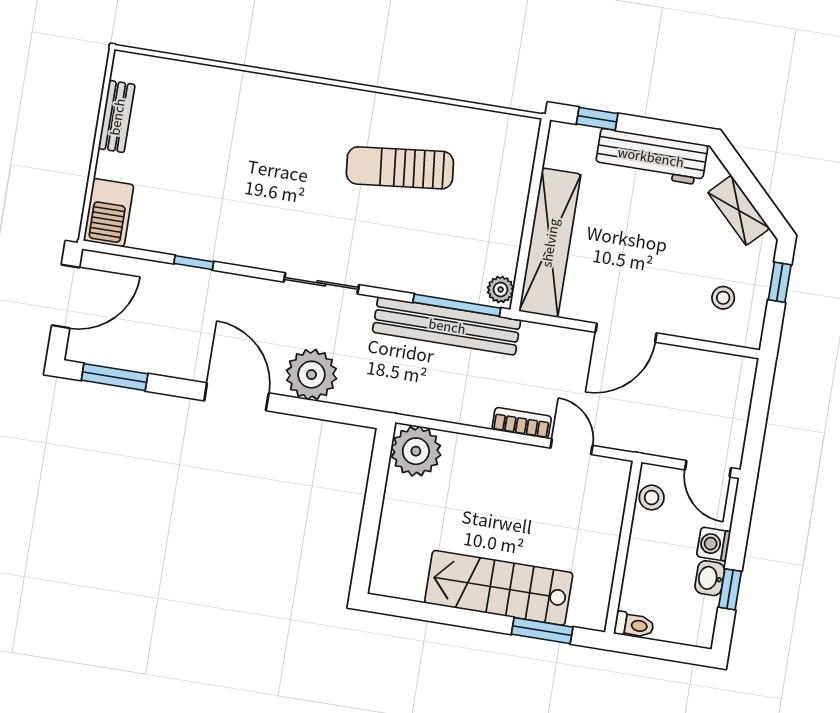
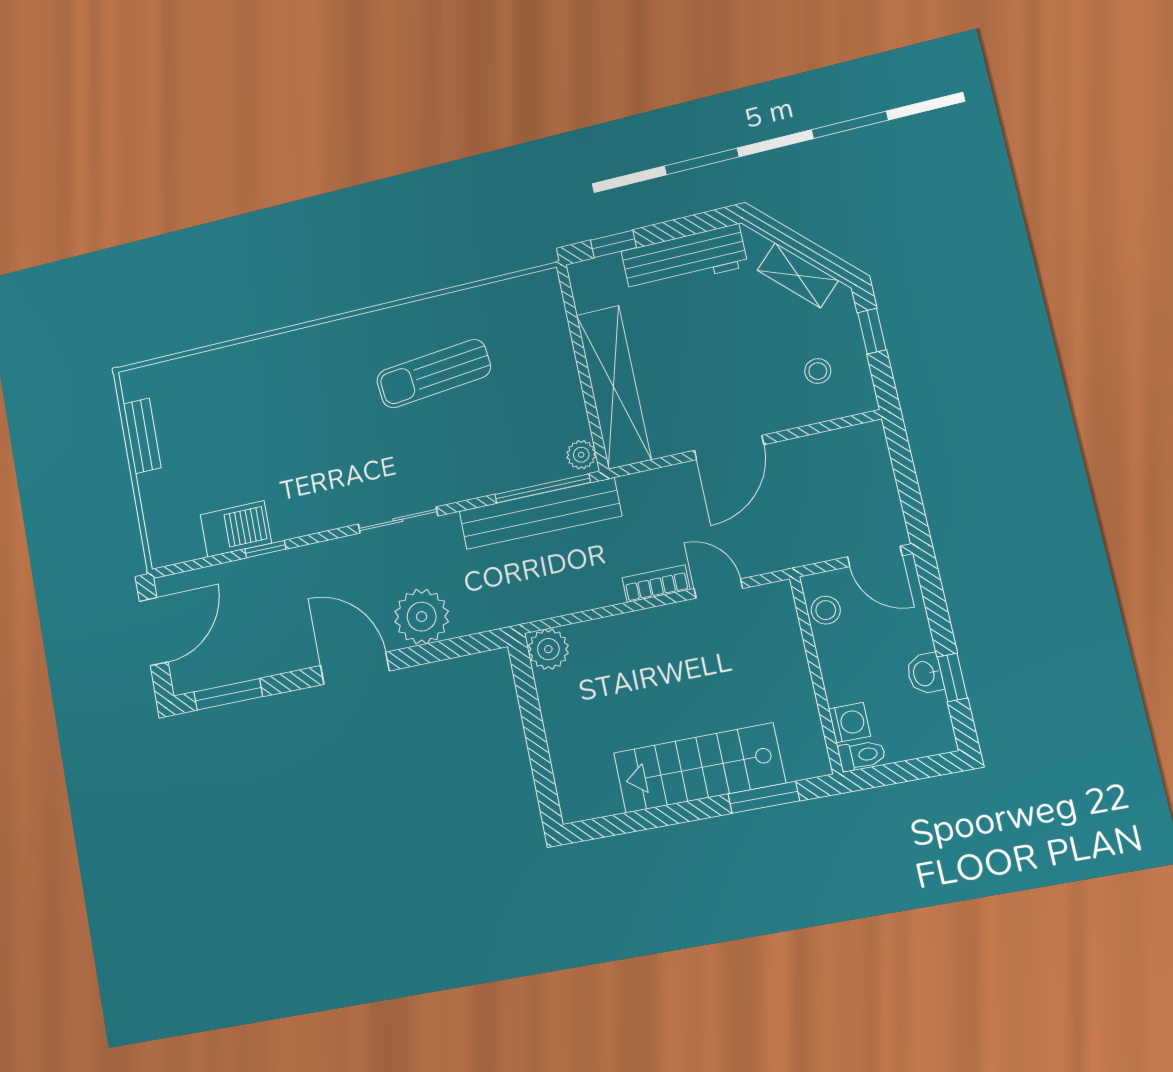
barbecue: (109, 213) -> (236, 529), moved, turned -90
plant: (416, 451) -> (548, 649), width x0.73, depth x0.73
washing machine: (714, 544) -> (850, 722), moved, turned 180

